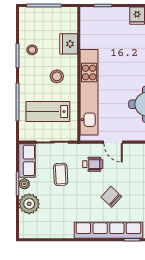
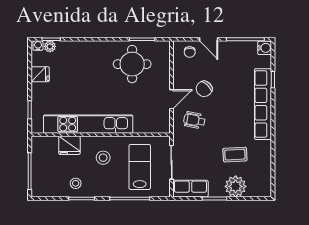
kitchen unit: (89, 92) -> (88, 124), moved
lab bench: (48, 112) -> (140, 167), turned 180
wheelchair: (93, 164) -> (194, 120), turned -79
coffee table: (61, 174) -> (235, 155), moved
plant: (24, 184) -> (215, 191), removed
chair: (111, 197) -> (204, 89), moved

